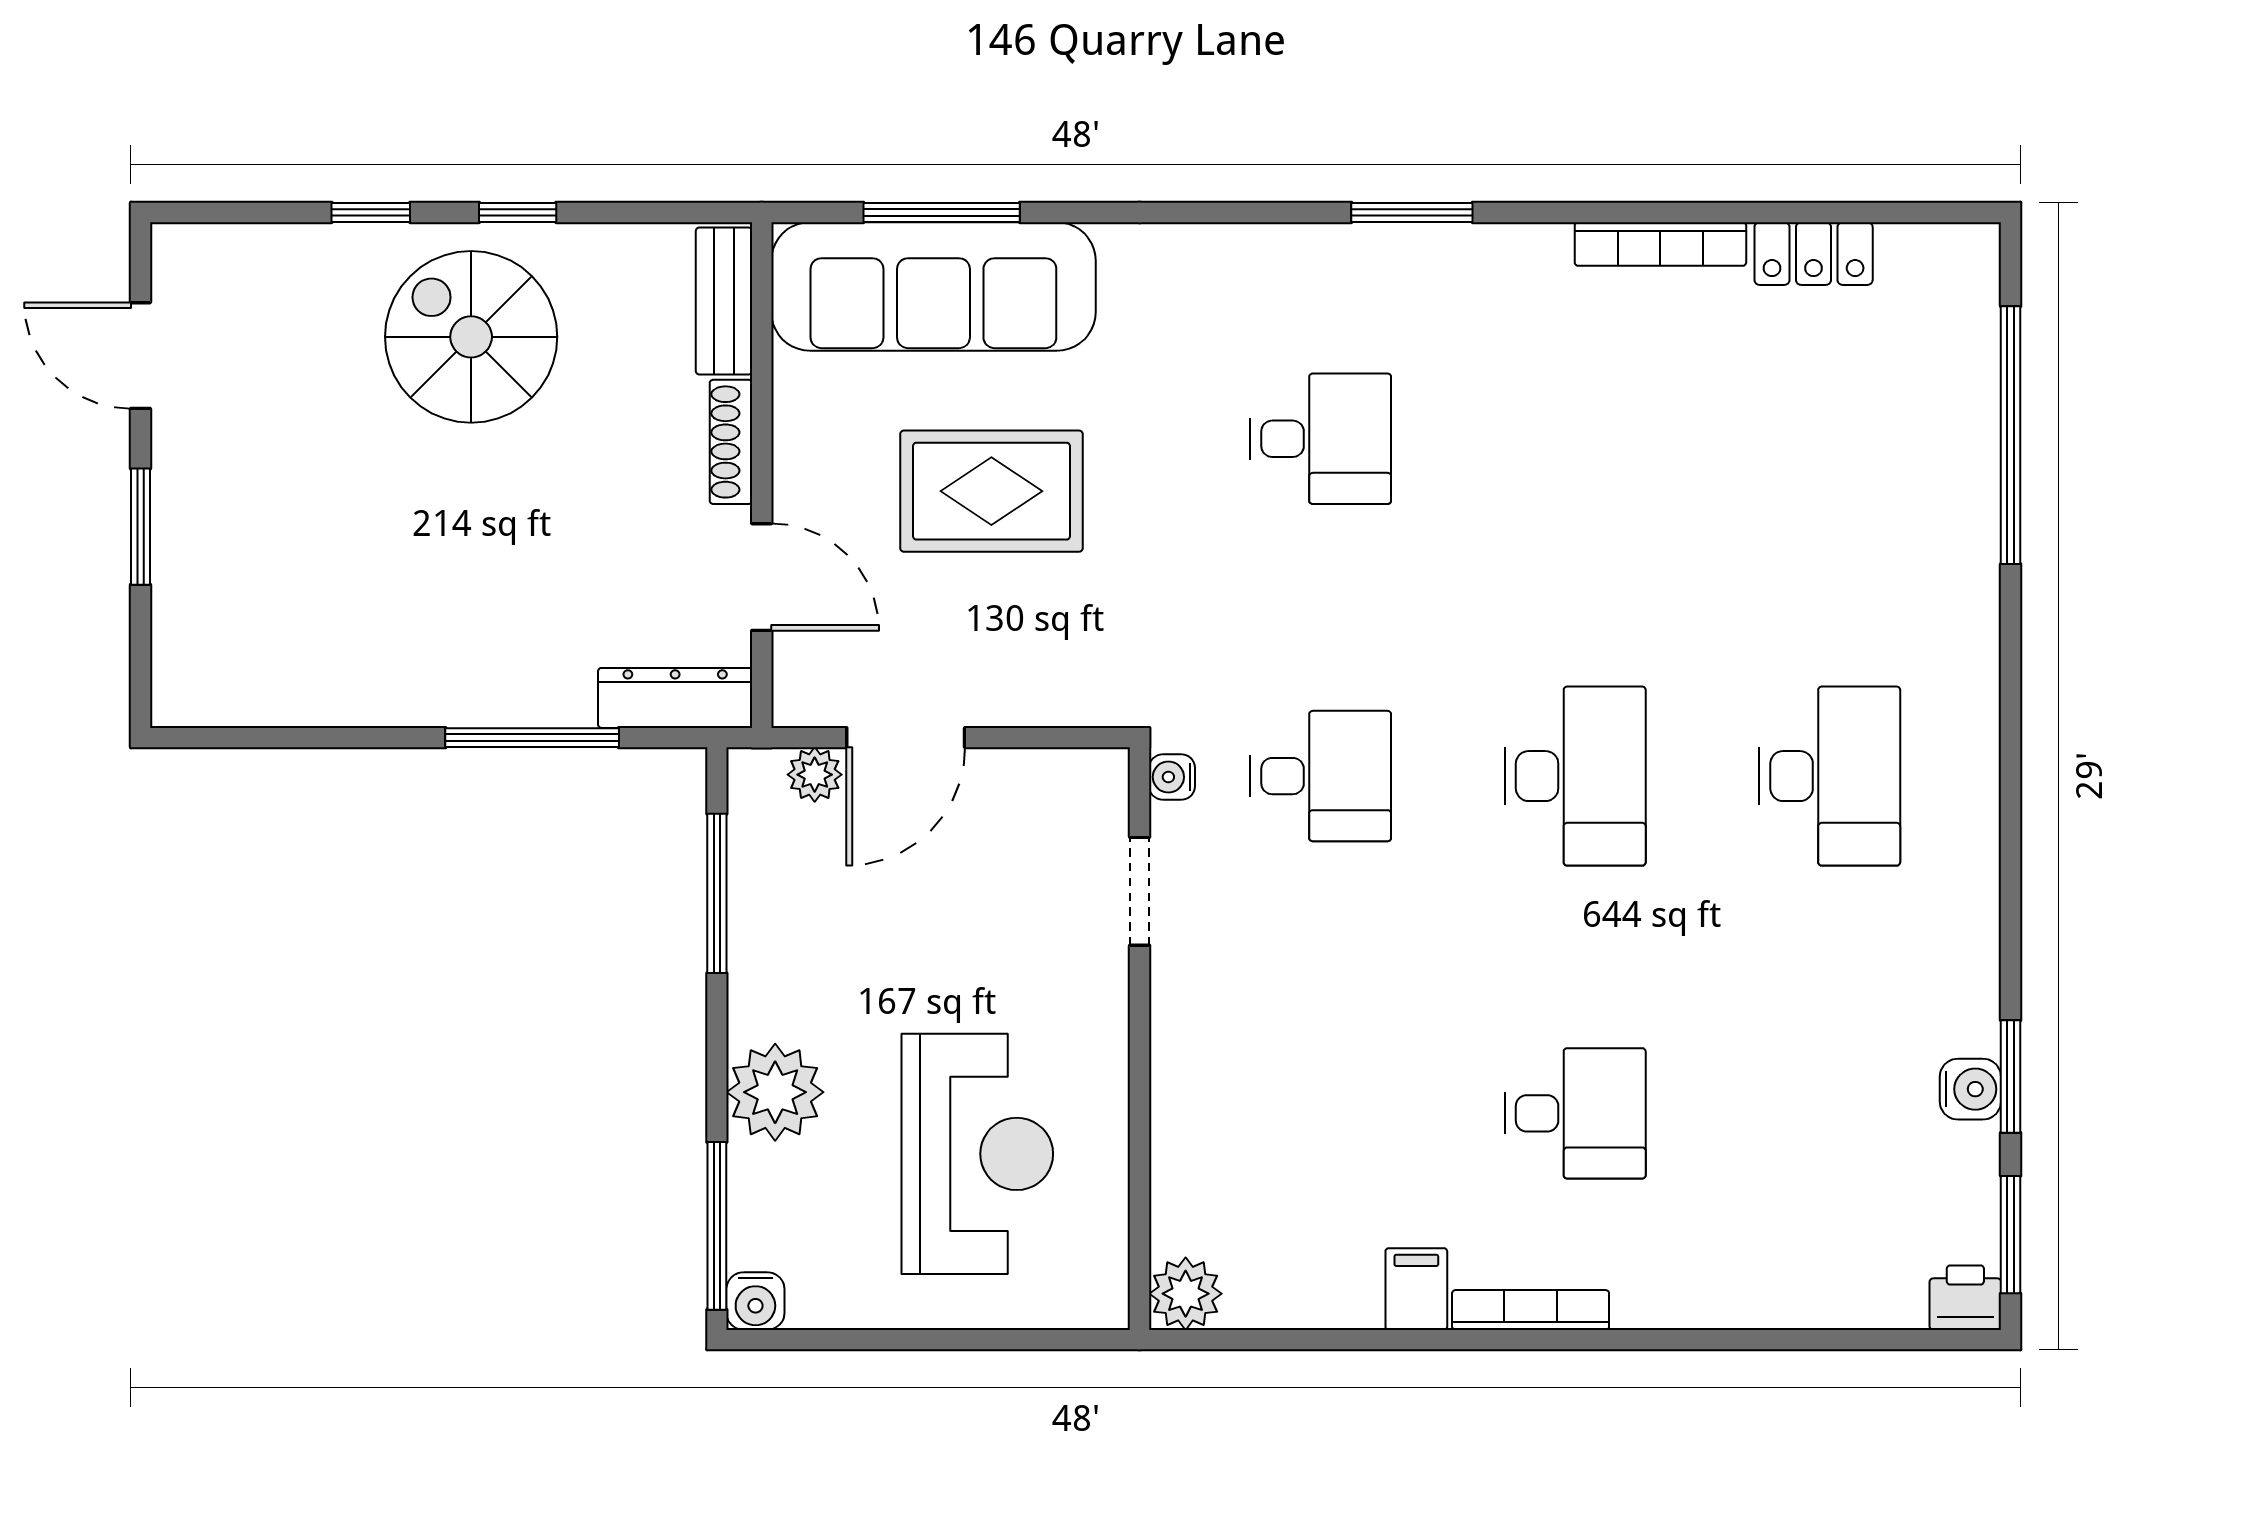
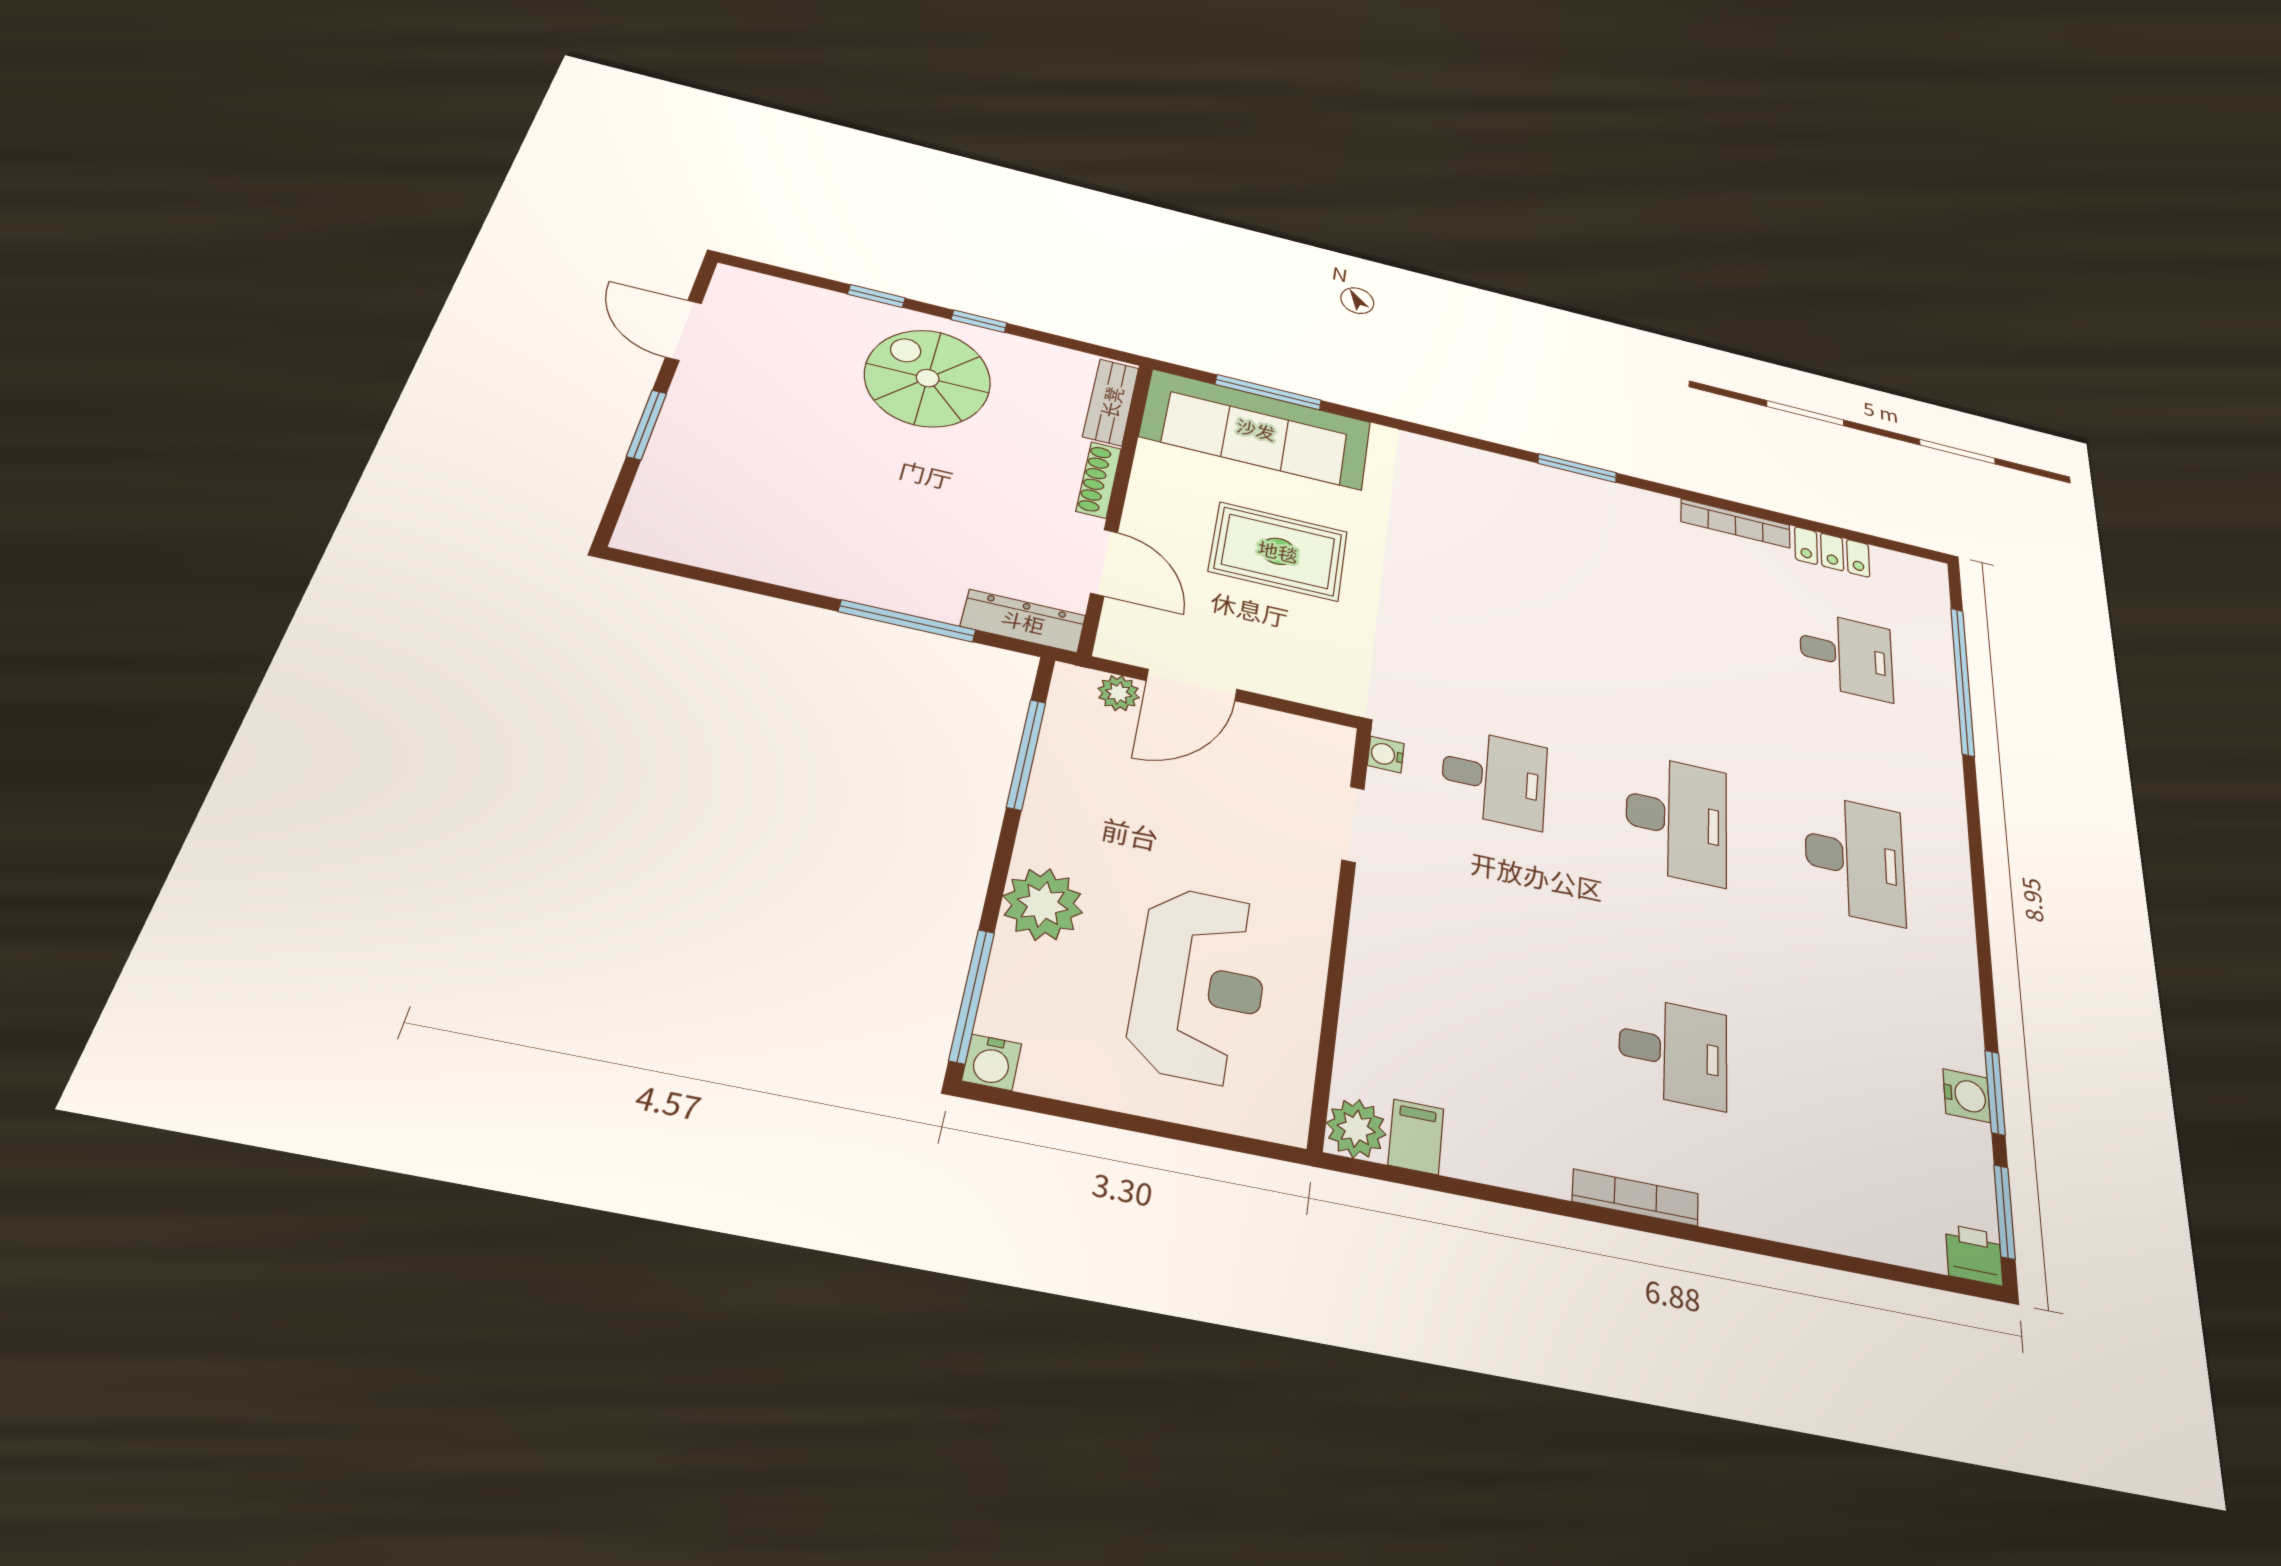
desk: (1321, 439) -> (1846, 655), moved
filing cabinet: (1416, 1289) -> (1416, 1137), moved

